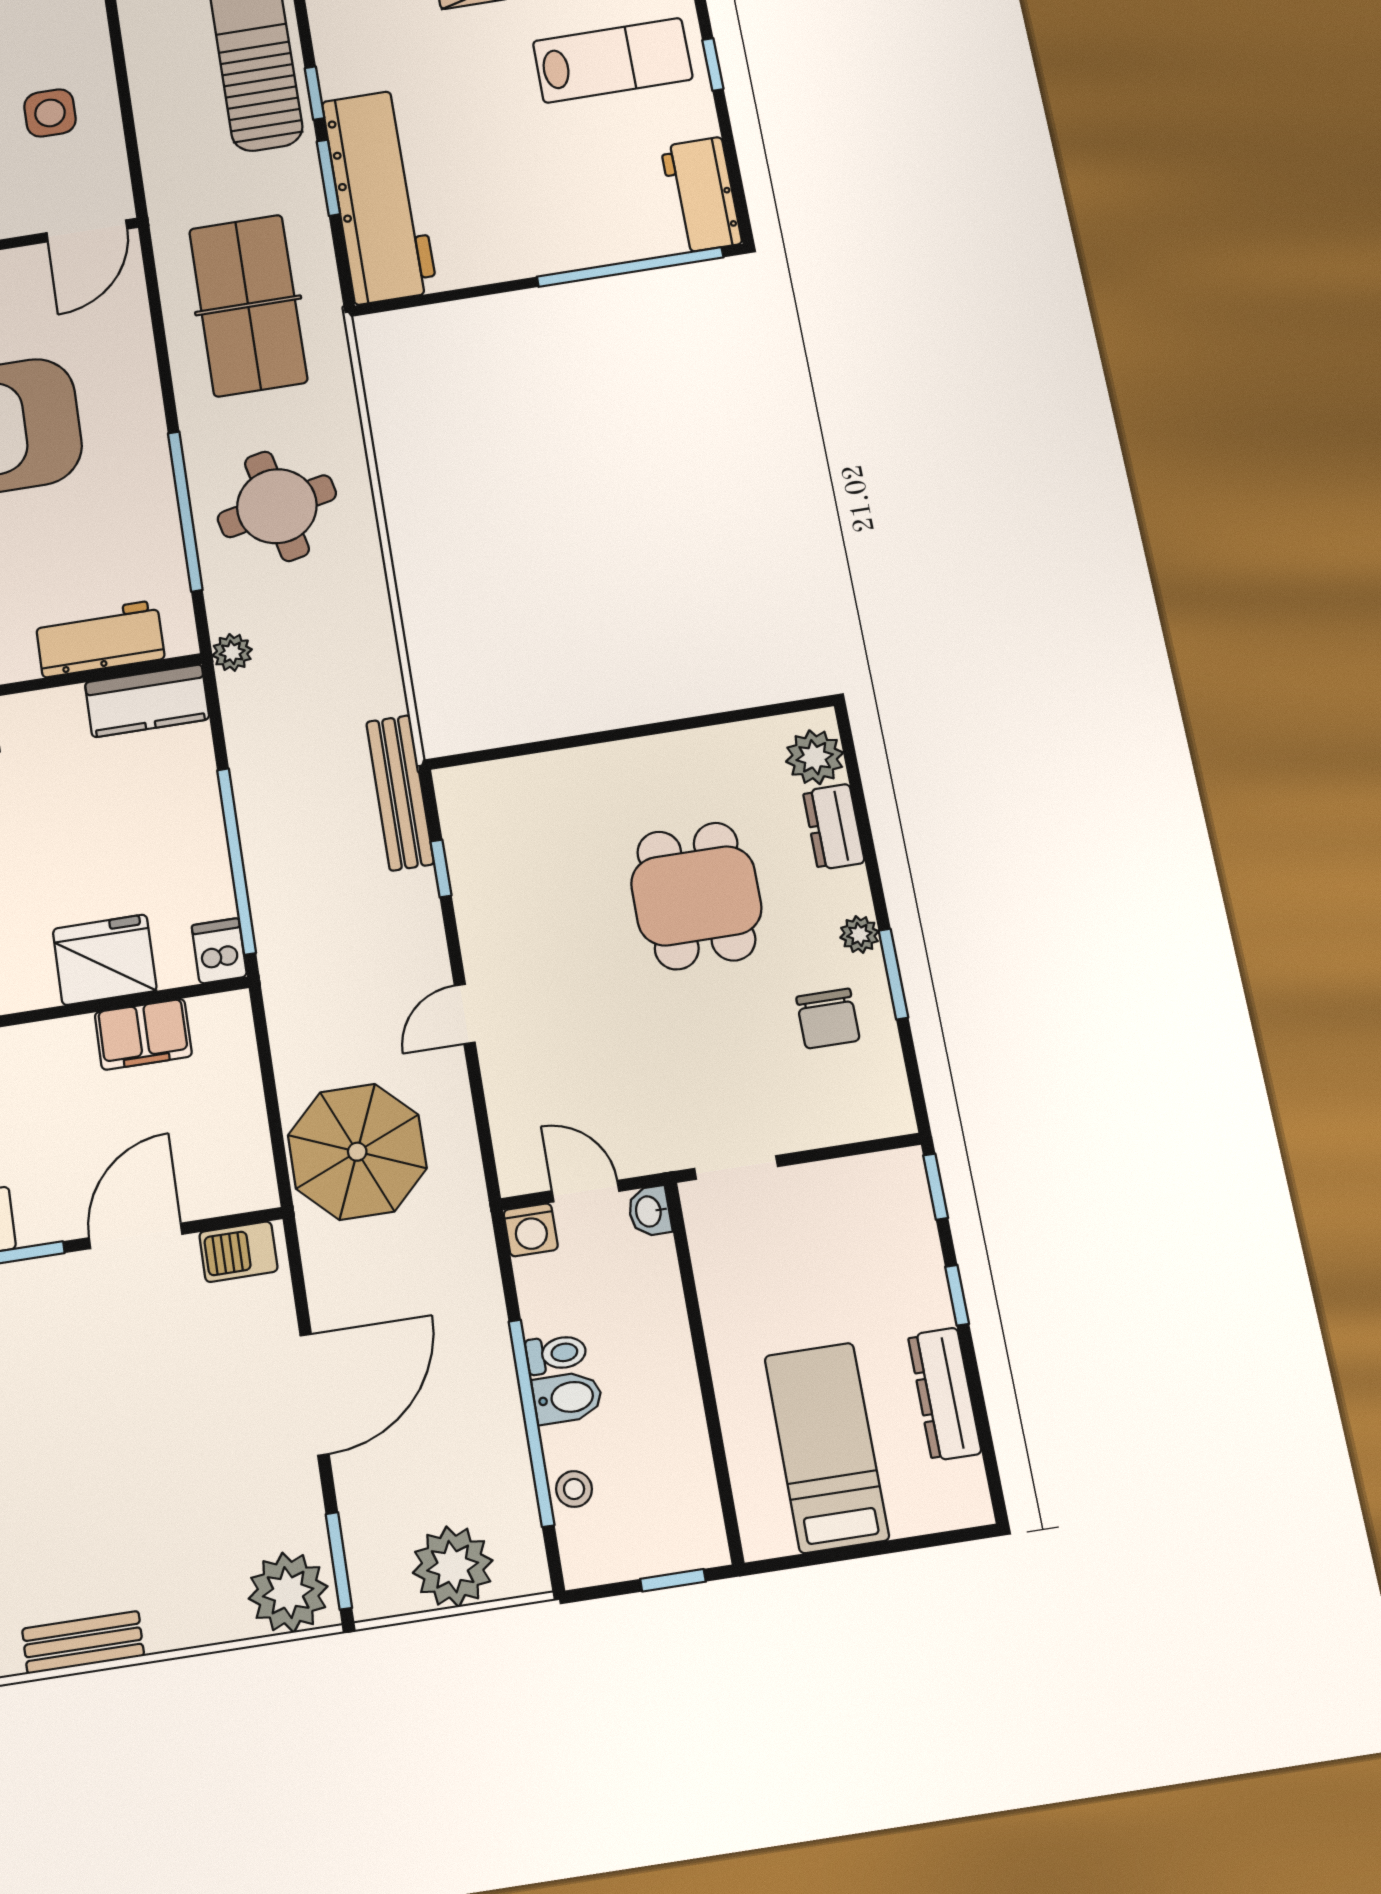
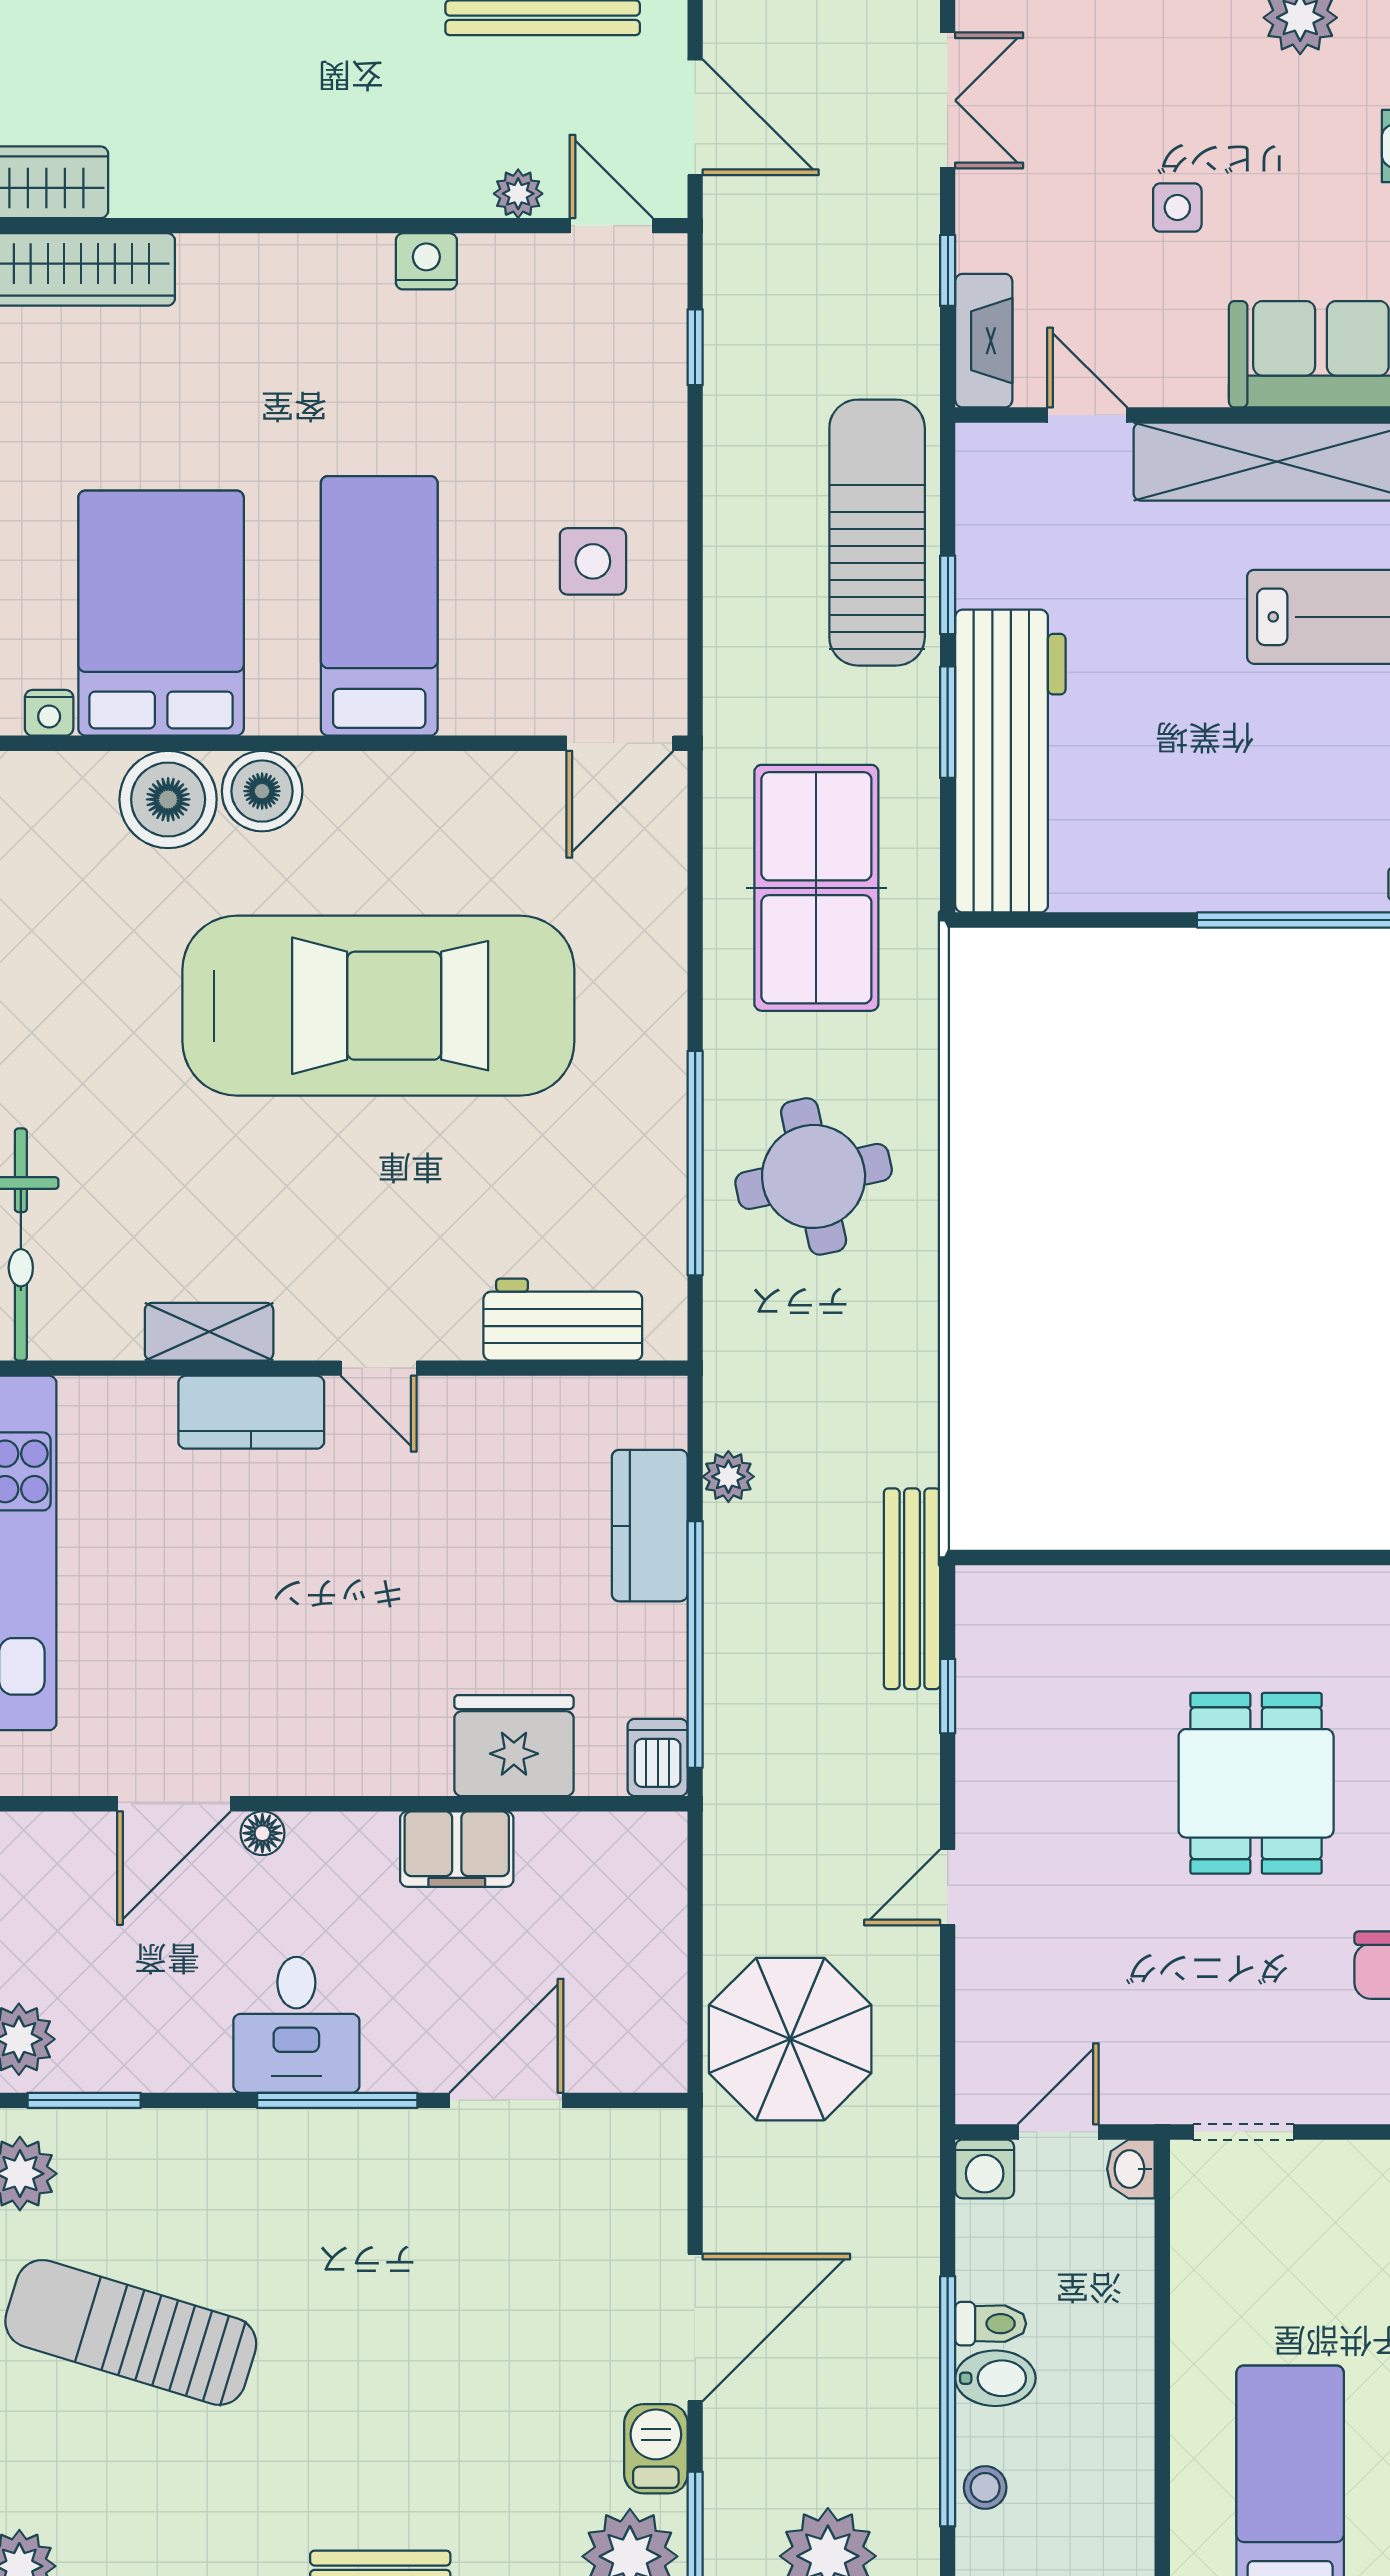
plant: (232, 652) -> (728, 1477), moved
kitchen counter: (147, 701) -> (650, 1526), moved, turned 90
filing cabinet: (143, 1034) -> (457, 1849), moved
door: (585, 1191) -> (1058, 2132), hinge flipped
barbecue: (238, 1252) -> (656, 2449), moved, turned 90

